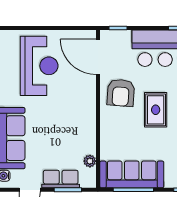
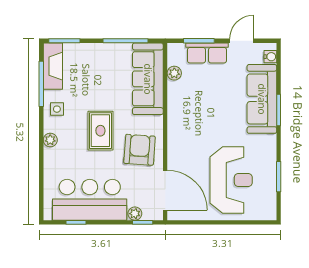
plant: (125, 36) -> (135, 214), added
reception desk: (39, 66) -> (231, 180), turned 180
sofa: (132, 174) -> (148, 79), moved, turned 90

